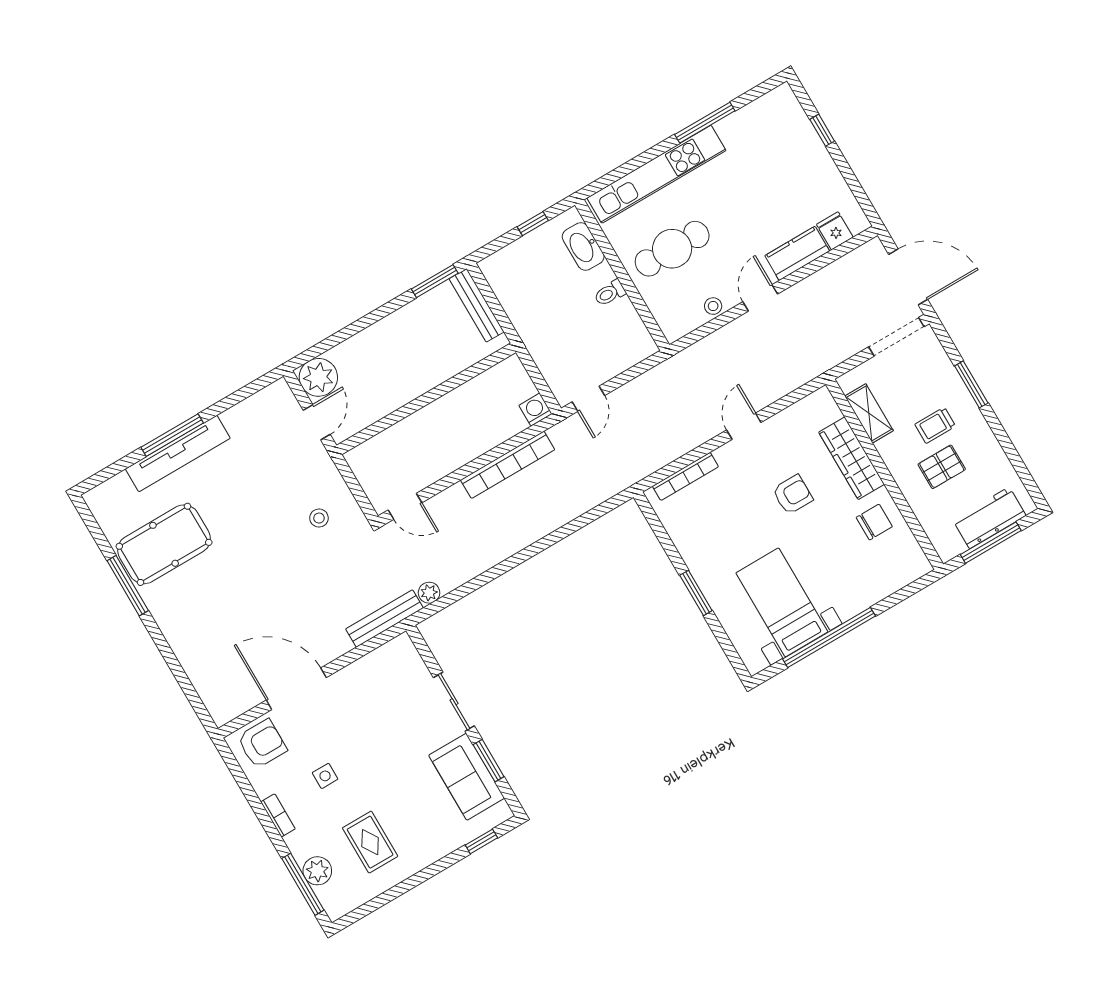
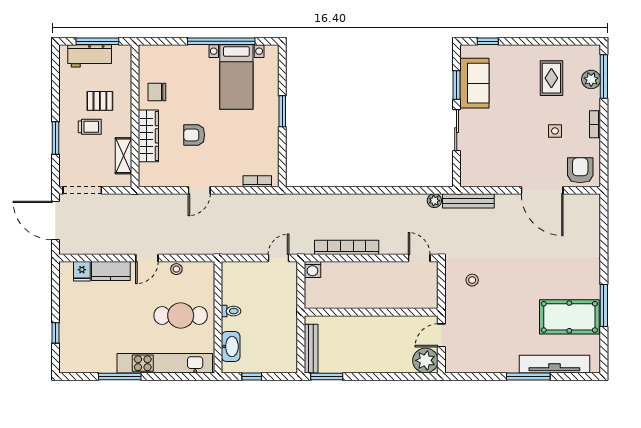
tv unit: (178, 454) -> (554, 364), moved
bookcase: (685, 476) -> (257, 181), width x0.64
armchair: (262, 744) -> (580, 170), turned 90

